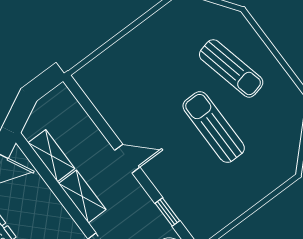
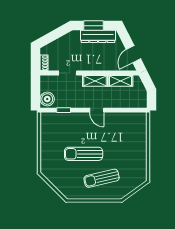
sun lounger: (214, 127) -> (84, 154), turned 180
door: (127, 159) -> (97, 110), hinge flipped

